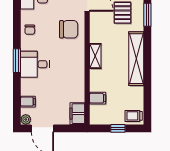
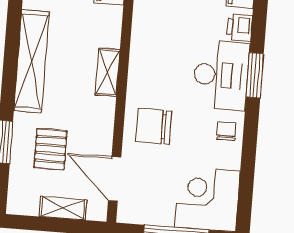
desk: (35, 64) -> (221, 75), width x1.37
printer: (27, 85) -> (240, 28), added

